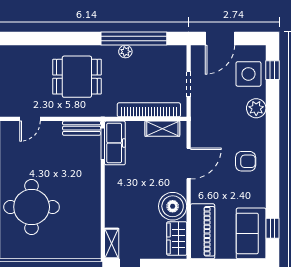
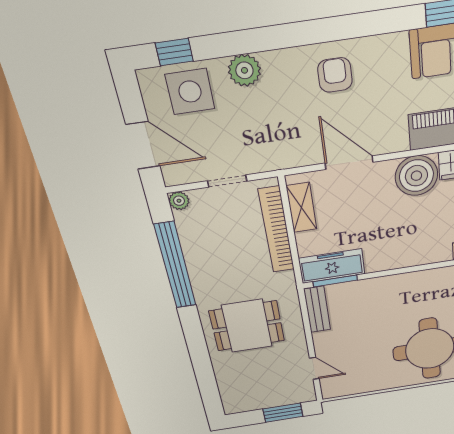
plant: (125, 52) -> (179, 201), moved
dining table: (77, 77) -> (247, 326), turned 90

